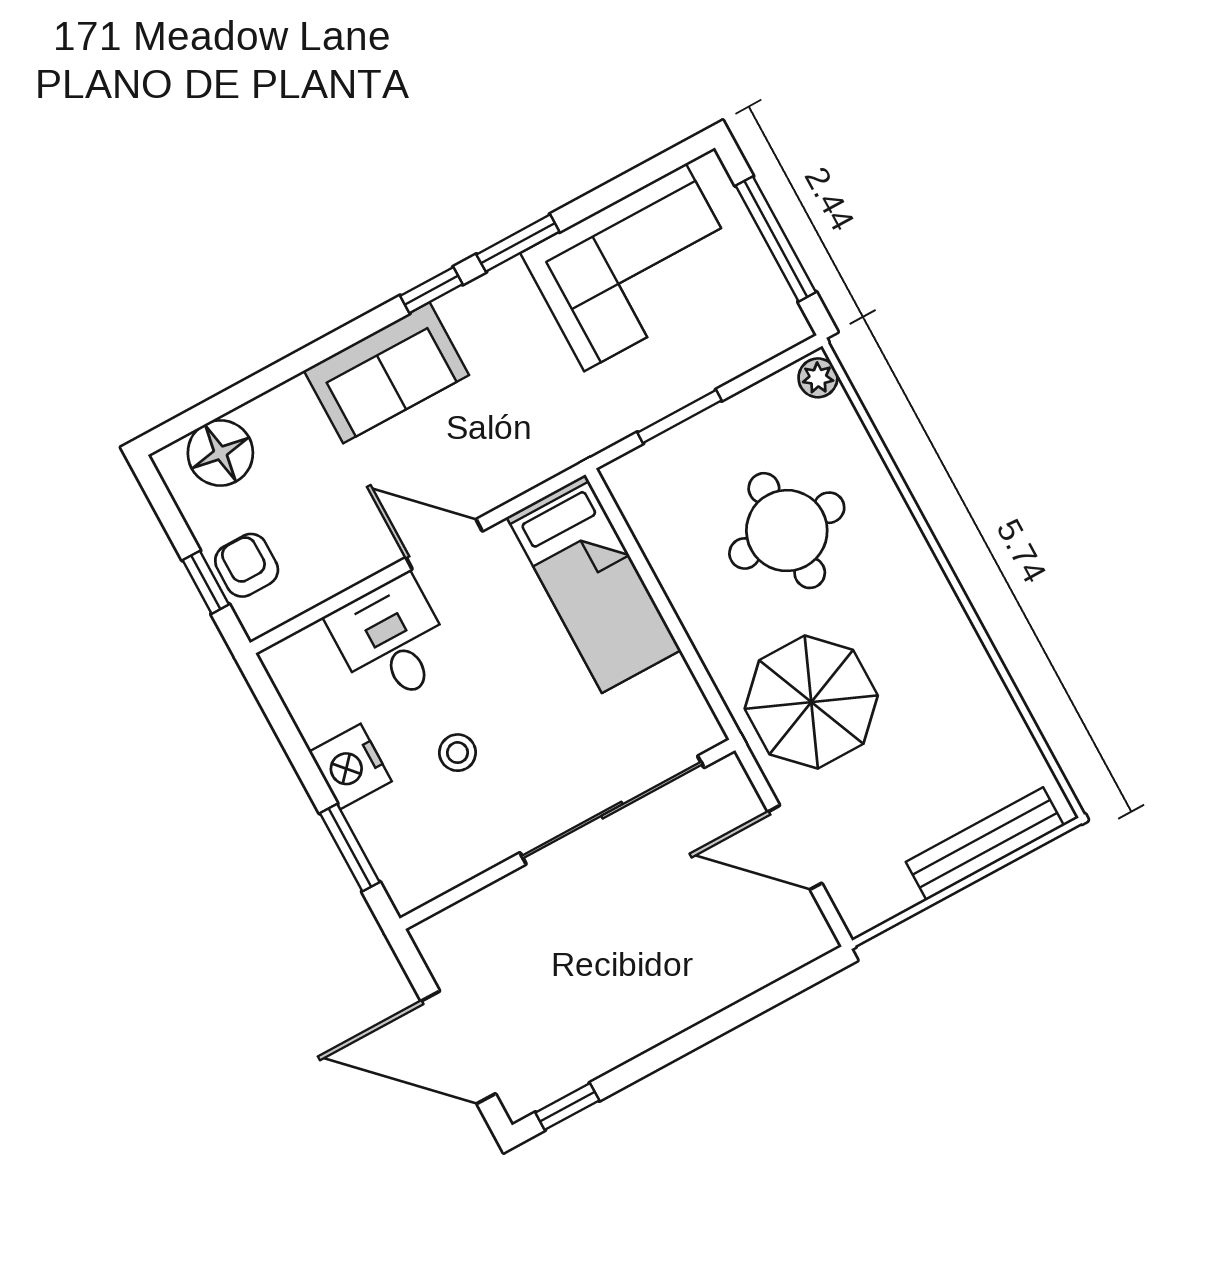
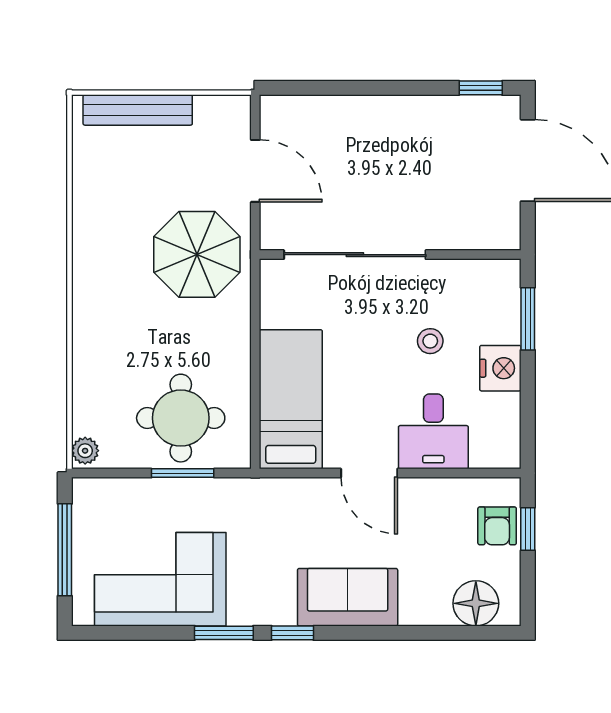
round table: (787, 531) -> (181, 418), moved

